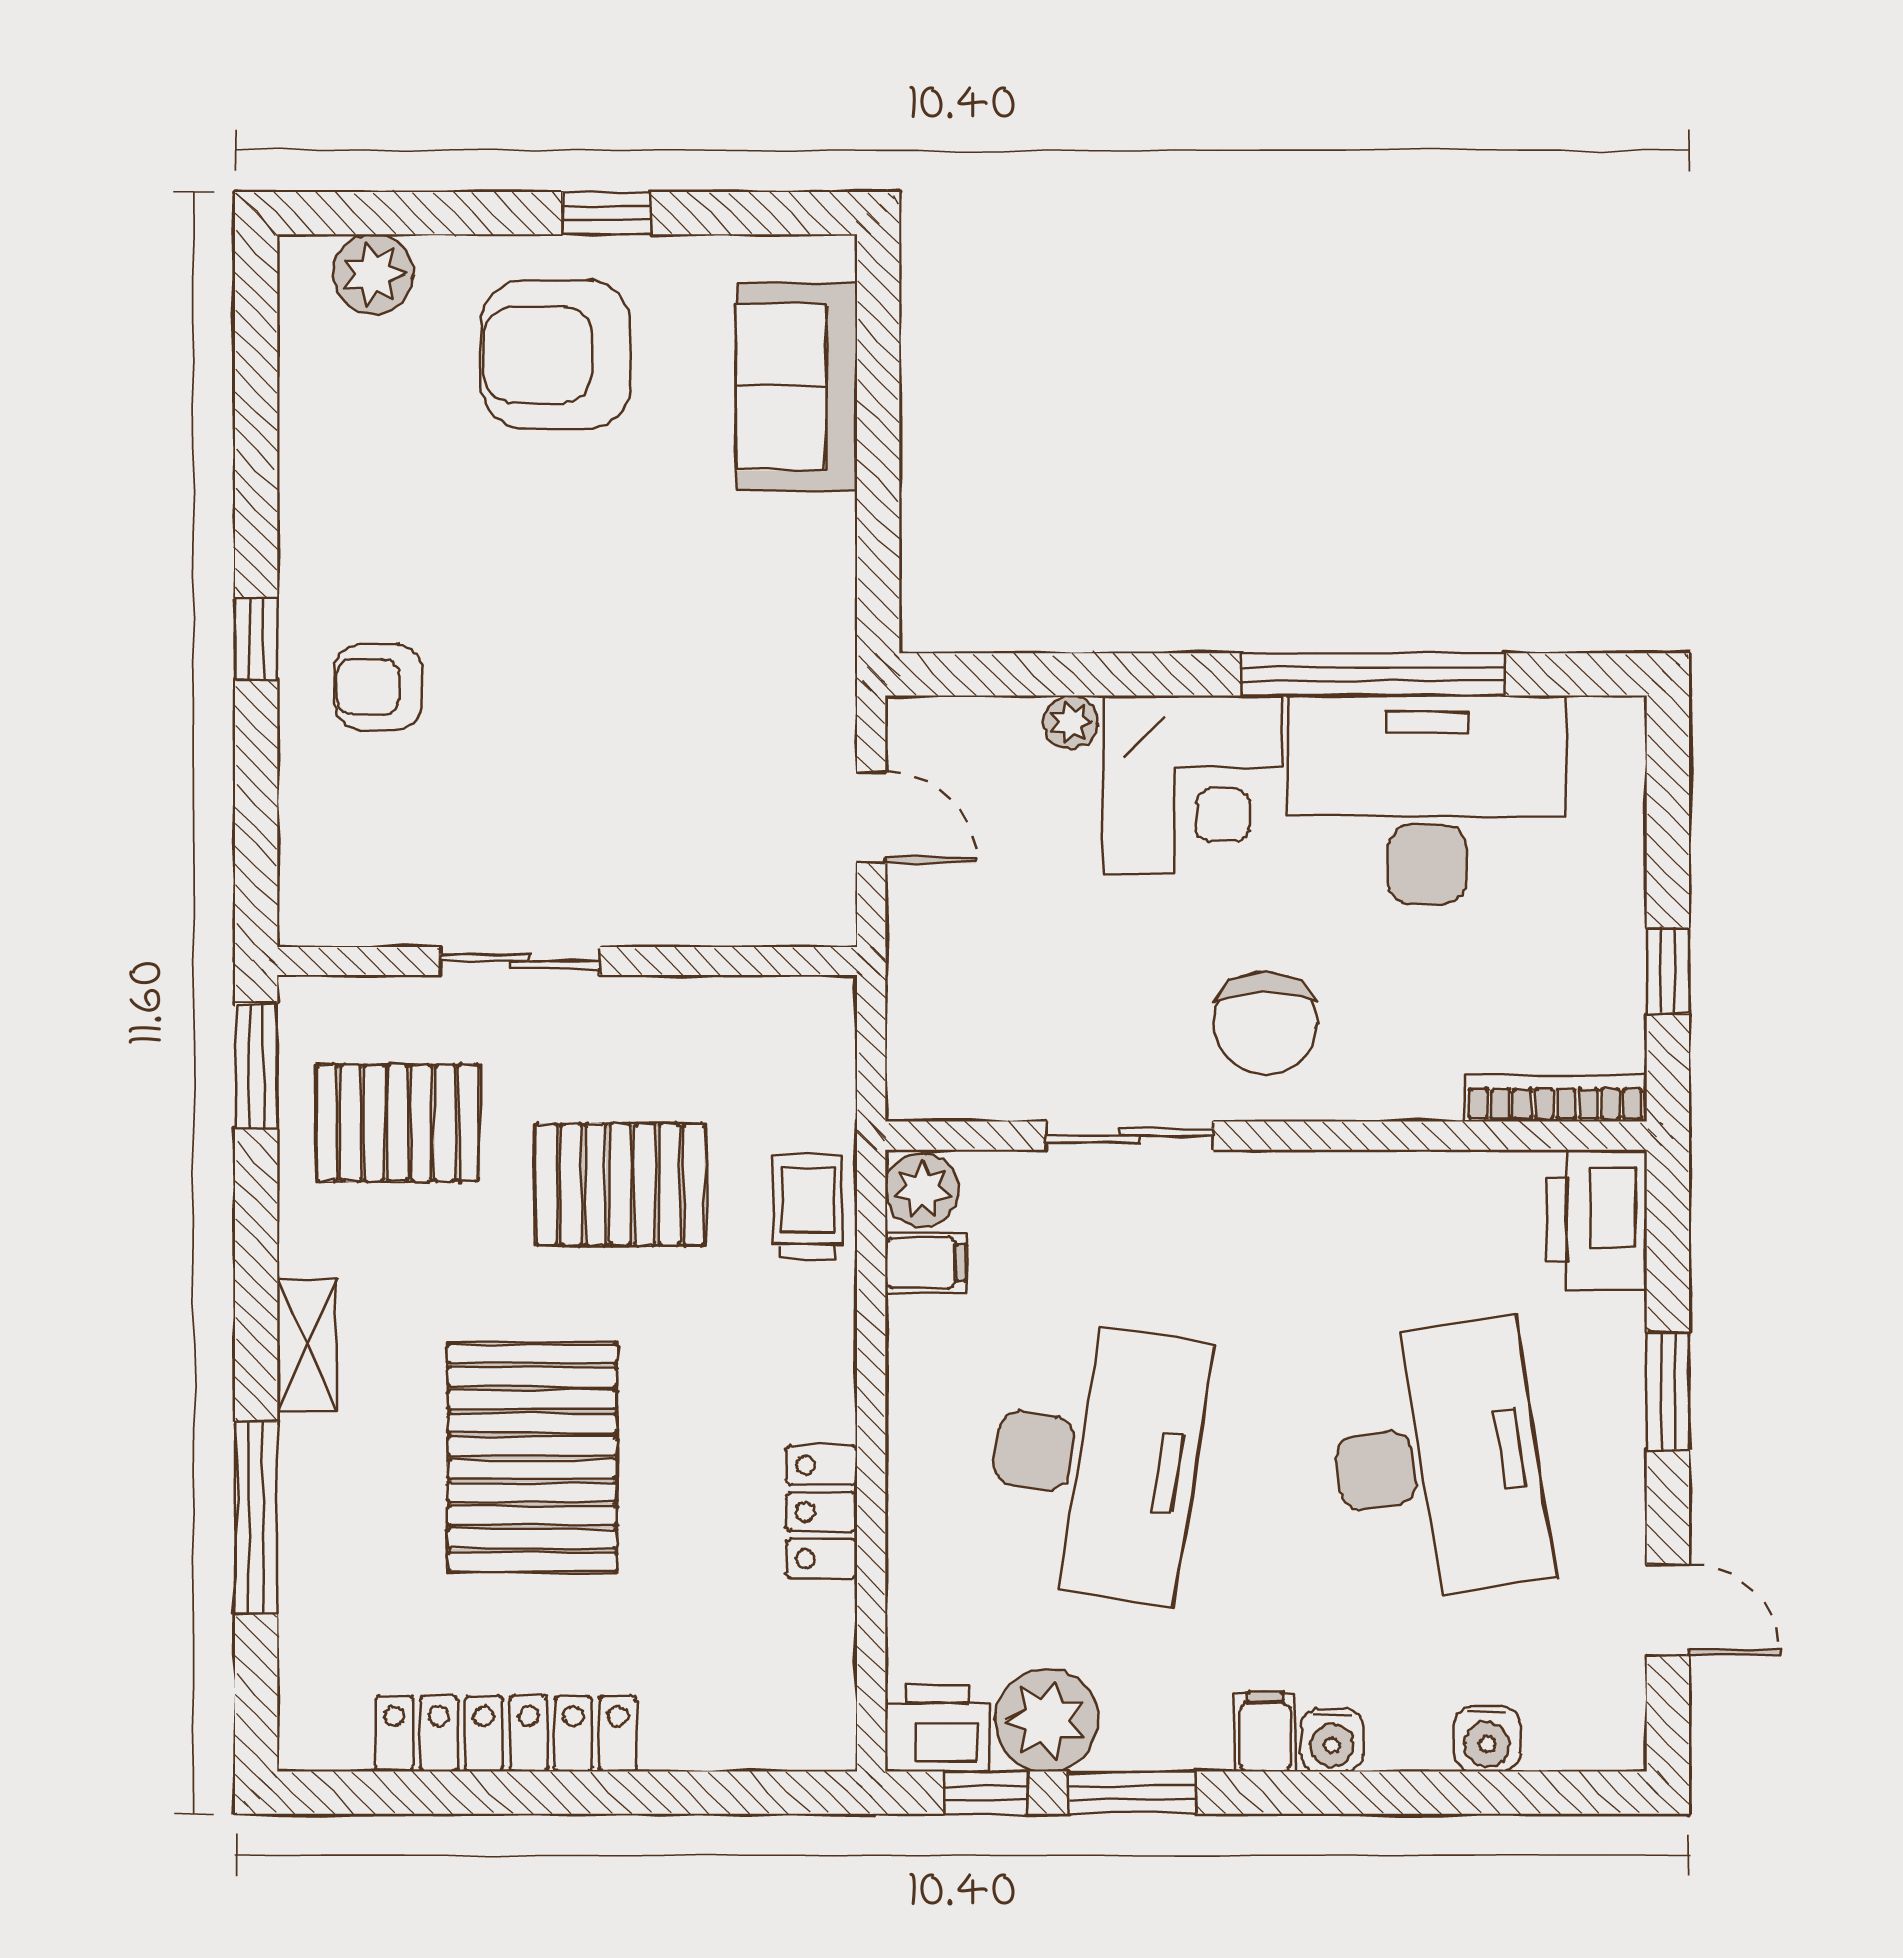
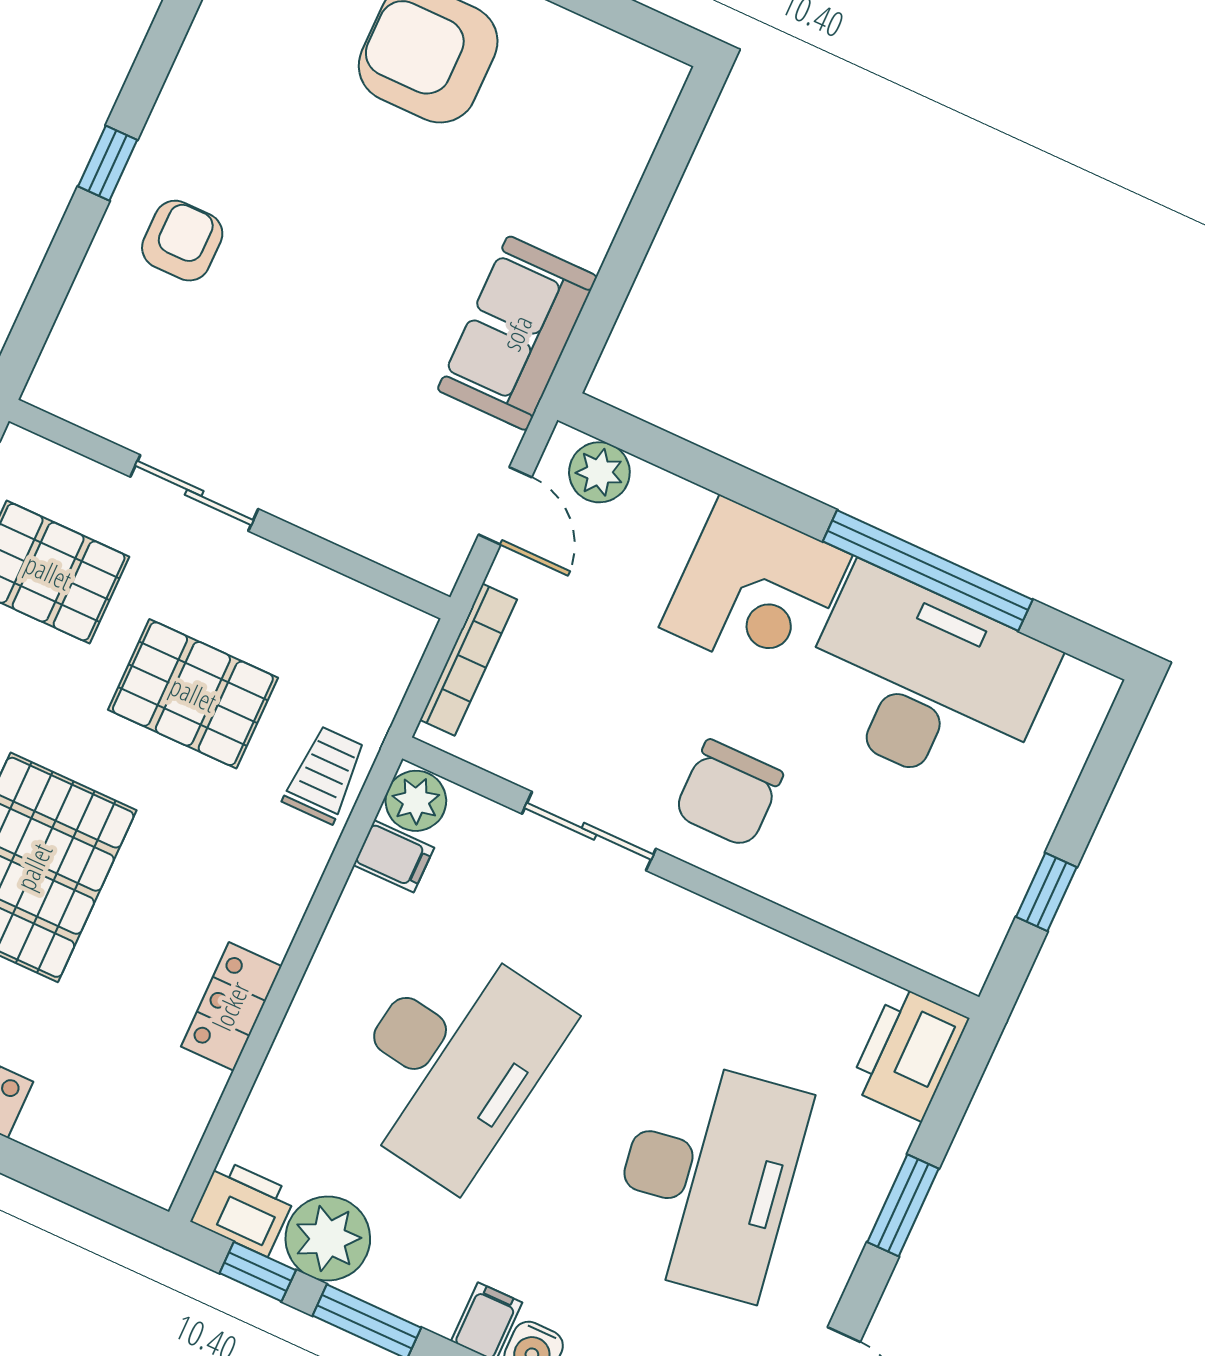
sofa: (797, 387) -> (517, 333), moved
armchair: (378, 687) -> (182, 241), turned 90
plant: (1071, 722) -> (599, 472), moved, width x1.38, depth x1.38
bookcase: (1555, 1098) -> (468, 660), moved, turned 90

